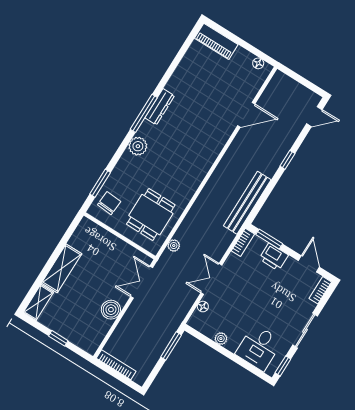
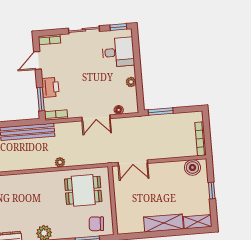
plant: (174, 246) -> (60, 162), moved
boiler: (111, 310) -> (192, 167), moved

